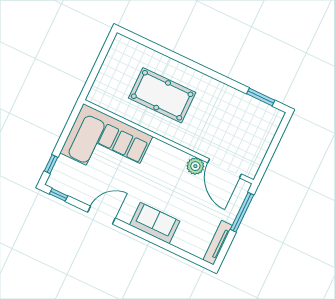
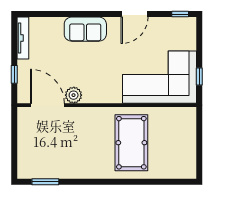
pool table: (162, 95) -> (131, 143), turned 90
window: (51, 164) -> (199, 76), moved
window: (242, 212) -> (14, 74), width x0.46

